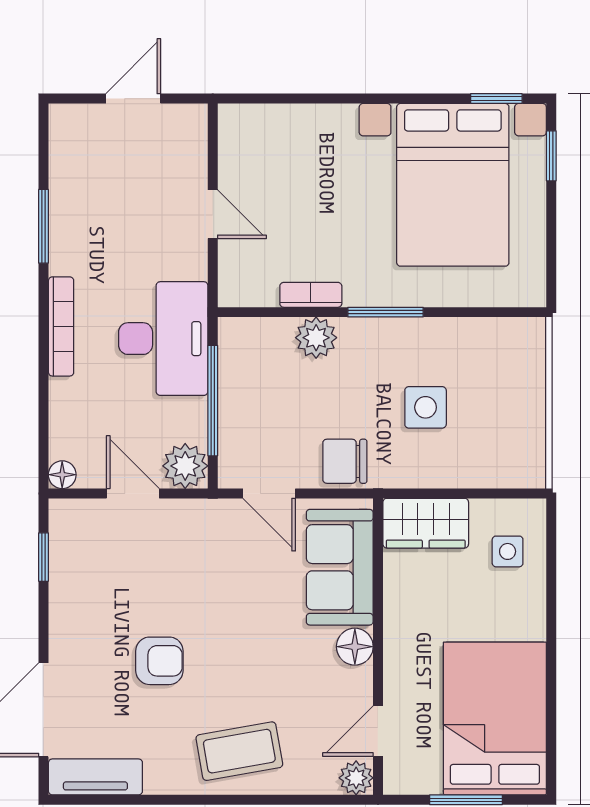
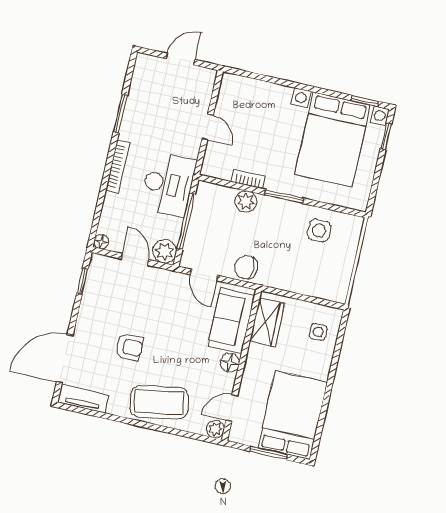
side table: (426, 407) -> (319, 230), moved
wardrobe: (426, 523) -> (267, 322), moved, turned -90
coffee table: (239, 751) -> (159, 402), width x1.36, depth x1.32

